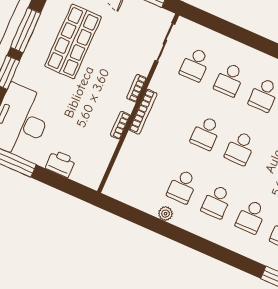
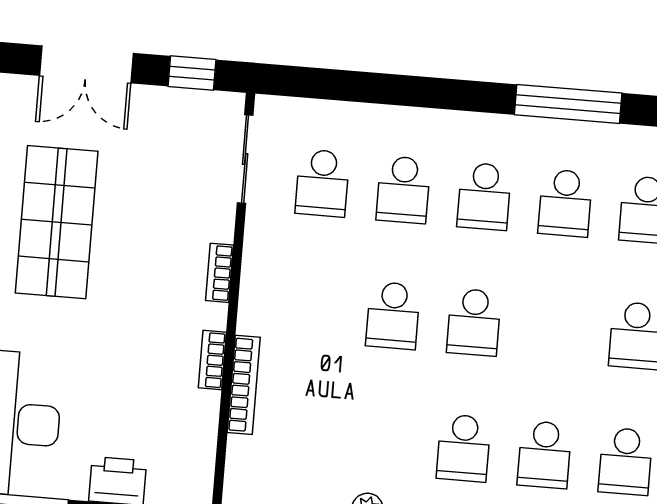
bookcase: (143, 112) -> (244, 385), moved
school desk: (182, 186) -> (383, 441), removed

